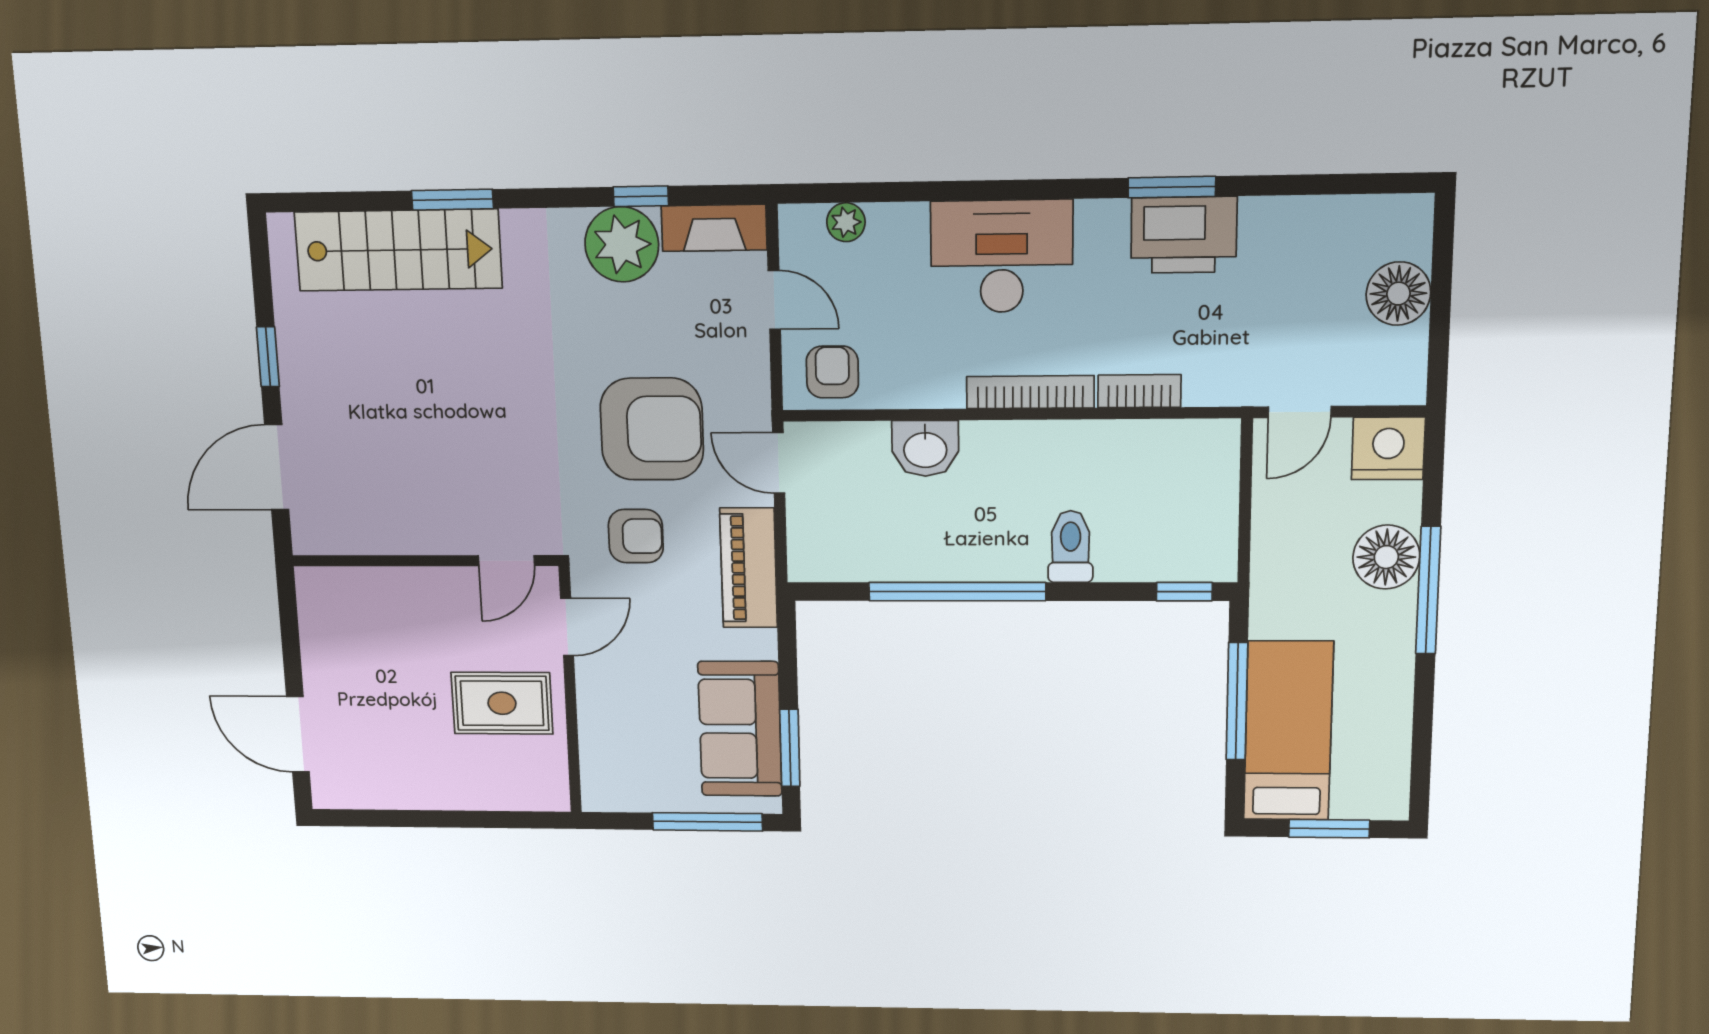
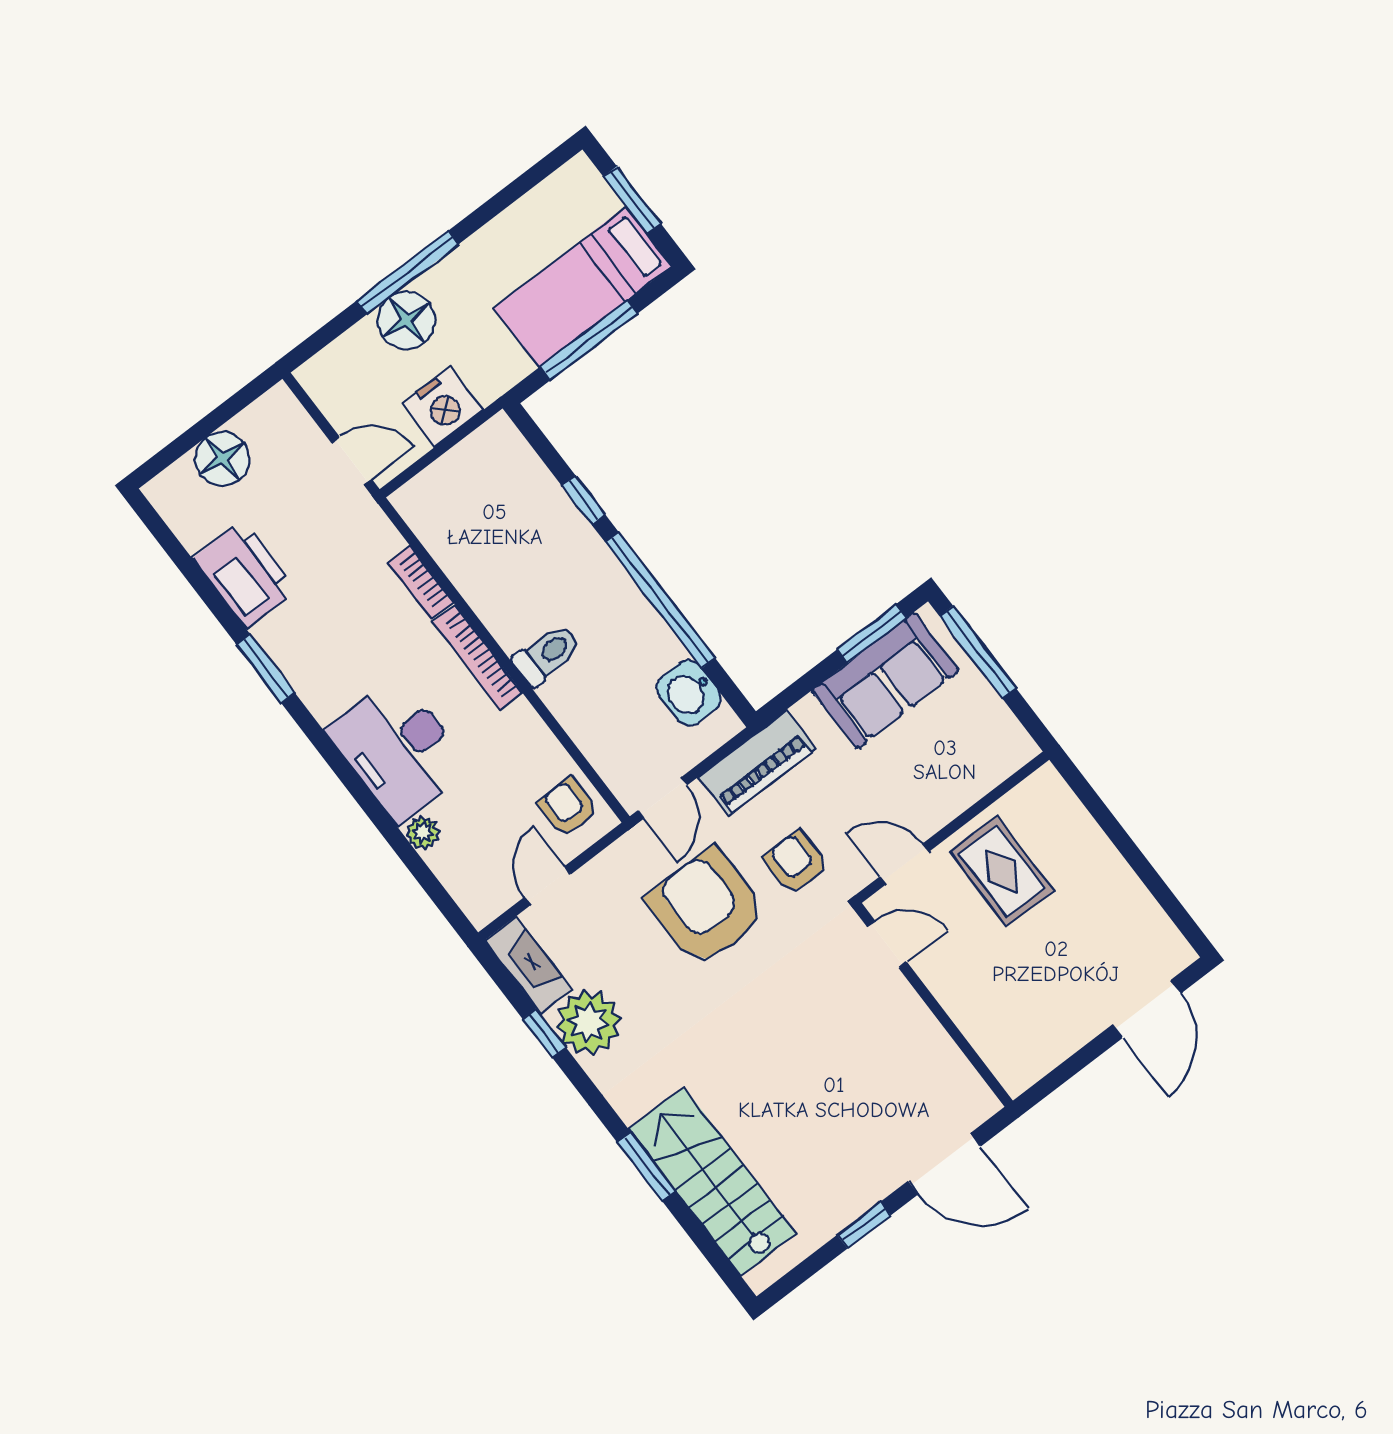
plant: (846, 222) -> (423, 833), moved
printer: (1184, 235) -> (245, 574), moved
armchair: (832, 372) -> (568, 807), turned 90
washbasin: (925, 448) -> (689, 693), moved, turned 180
nightstand: (1388, 448) -> (442, 407), moved, turned -90
toilet: (1070, 547) -> (547, 655), moved, turned 180
window: (1184, 592) -> (584, 500), moved

